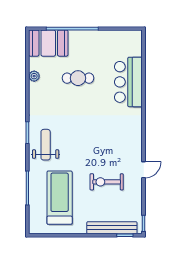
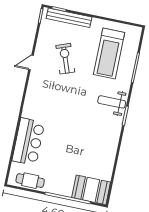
plant: (34, 76) -> (109, 164), removed
cafe table: (78, 78) -> (30, 181), moved
weight bench: (46, 145) -> (112, 102), turned 90
exercise bike: (107, 182) -> (65, 59), turned -110

